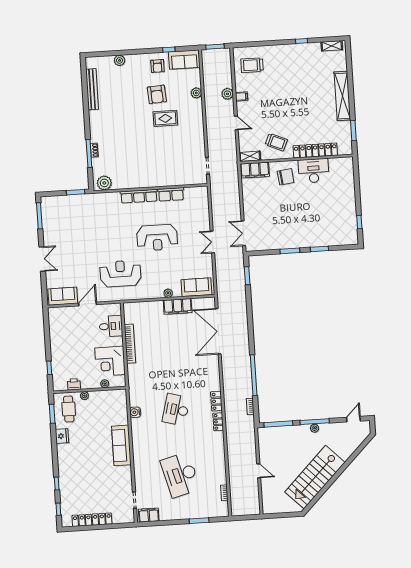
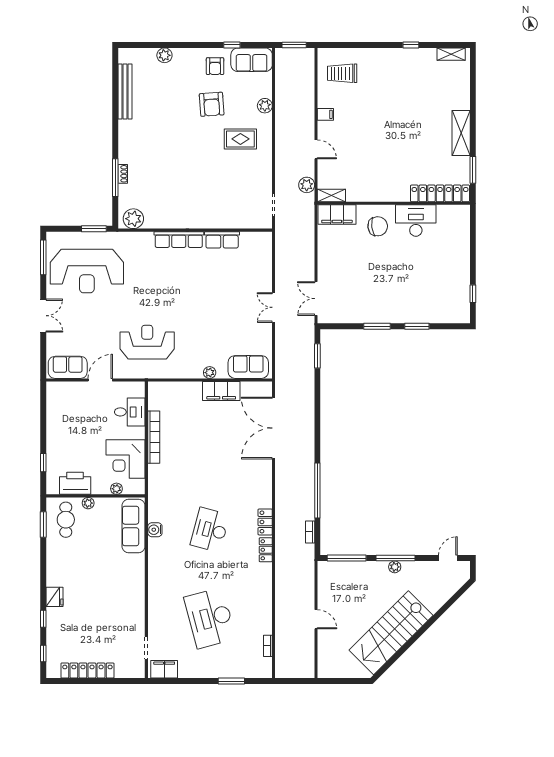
plant: (227, 94) -> (307, 185), moved
shelving: (342, 96) -> (461, 133), width x0.68
rug: (165, 118) -> (240, 139), moved
trolley: (276, 142) -> (368, 179), removed
locker: (315, 150) -> (440, 193), moved
reception desk: (157, 238) -> (87, 271), moved, width x1.36, depth x1.30
printer: (74, 384) -> (75, 483), width x1.87, depth x1.48
fridge: (62, 436) -> (54, 597), moved
sofa: (121, 445) -> (134, 526), moved

